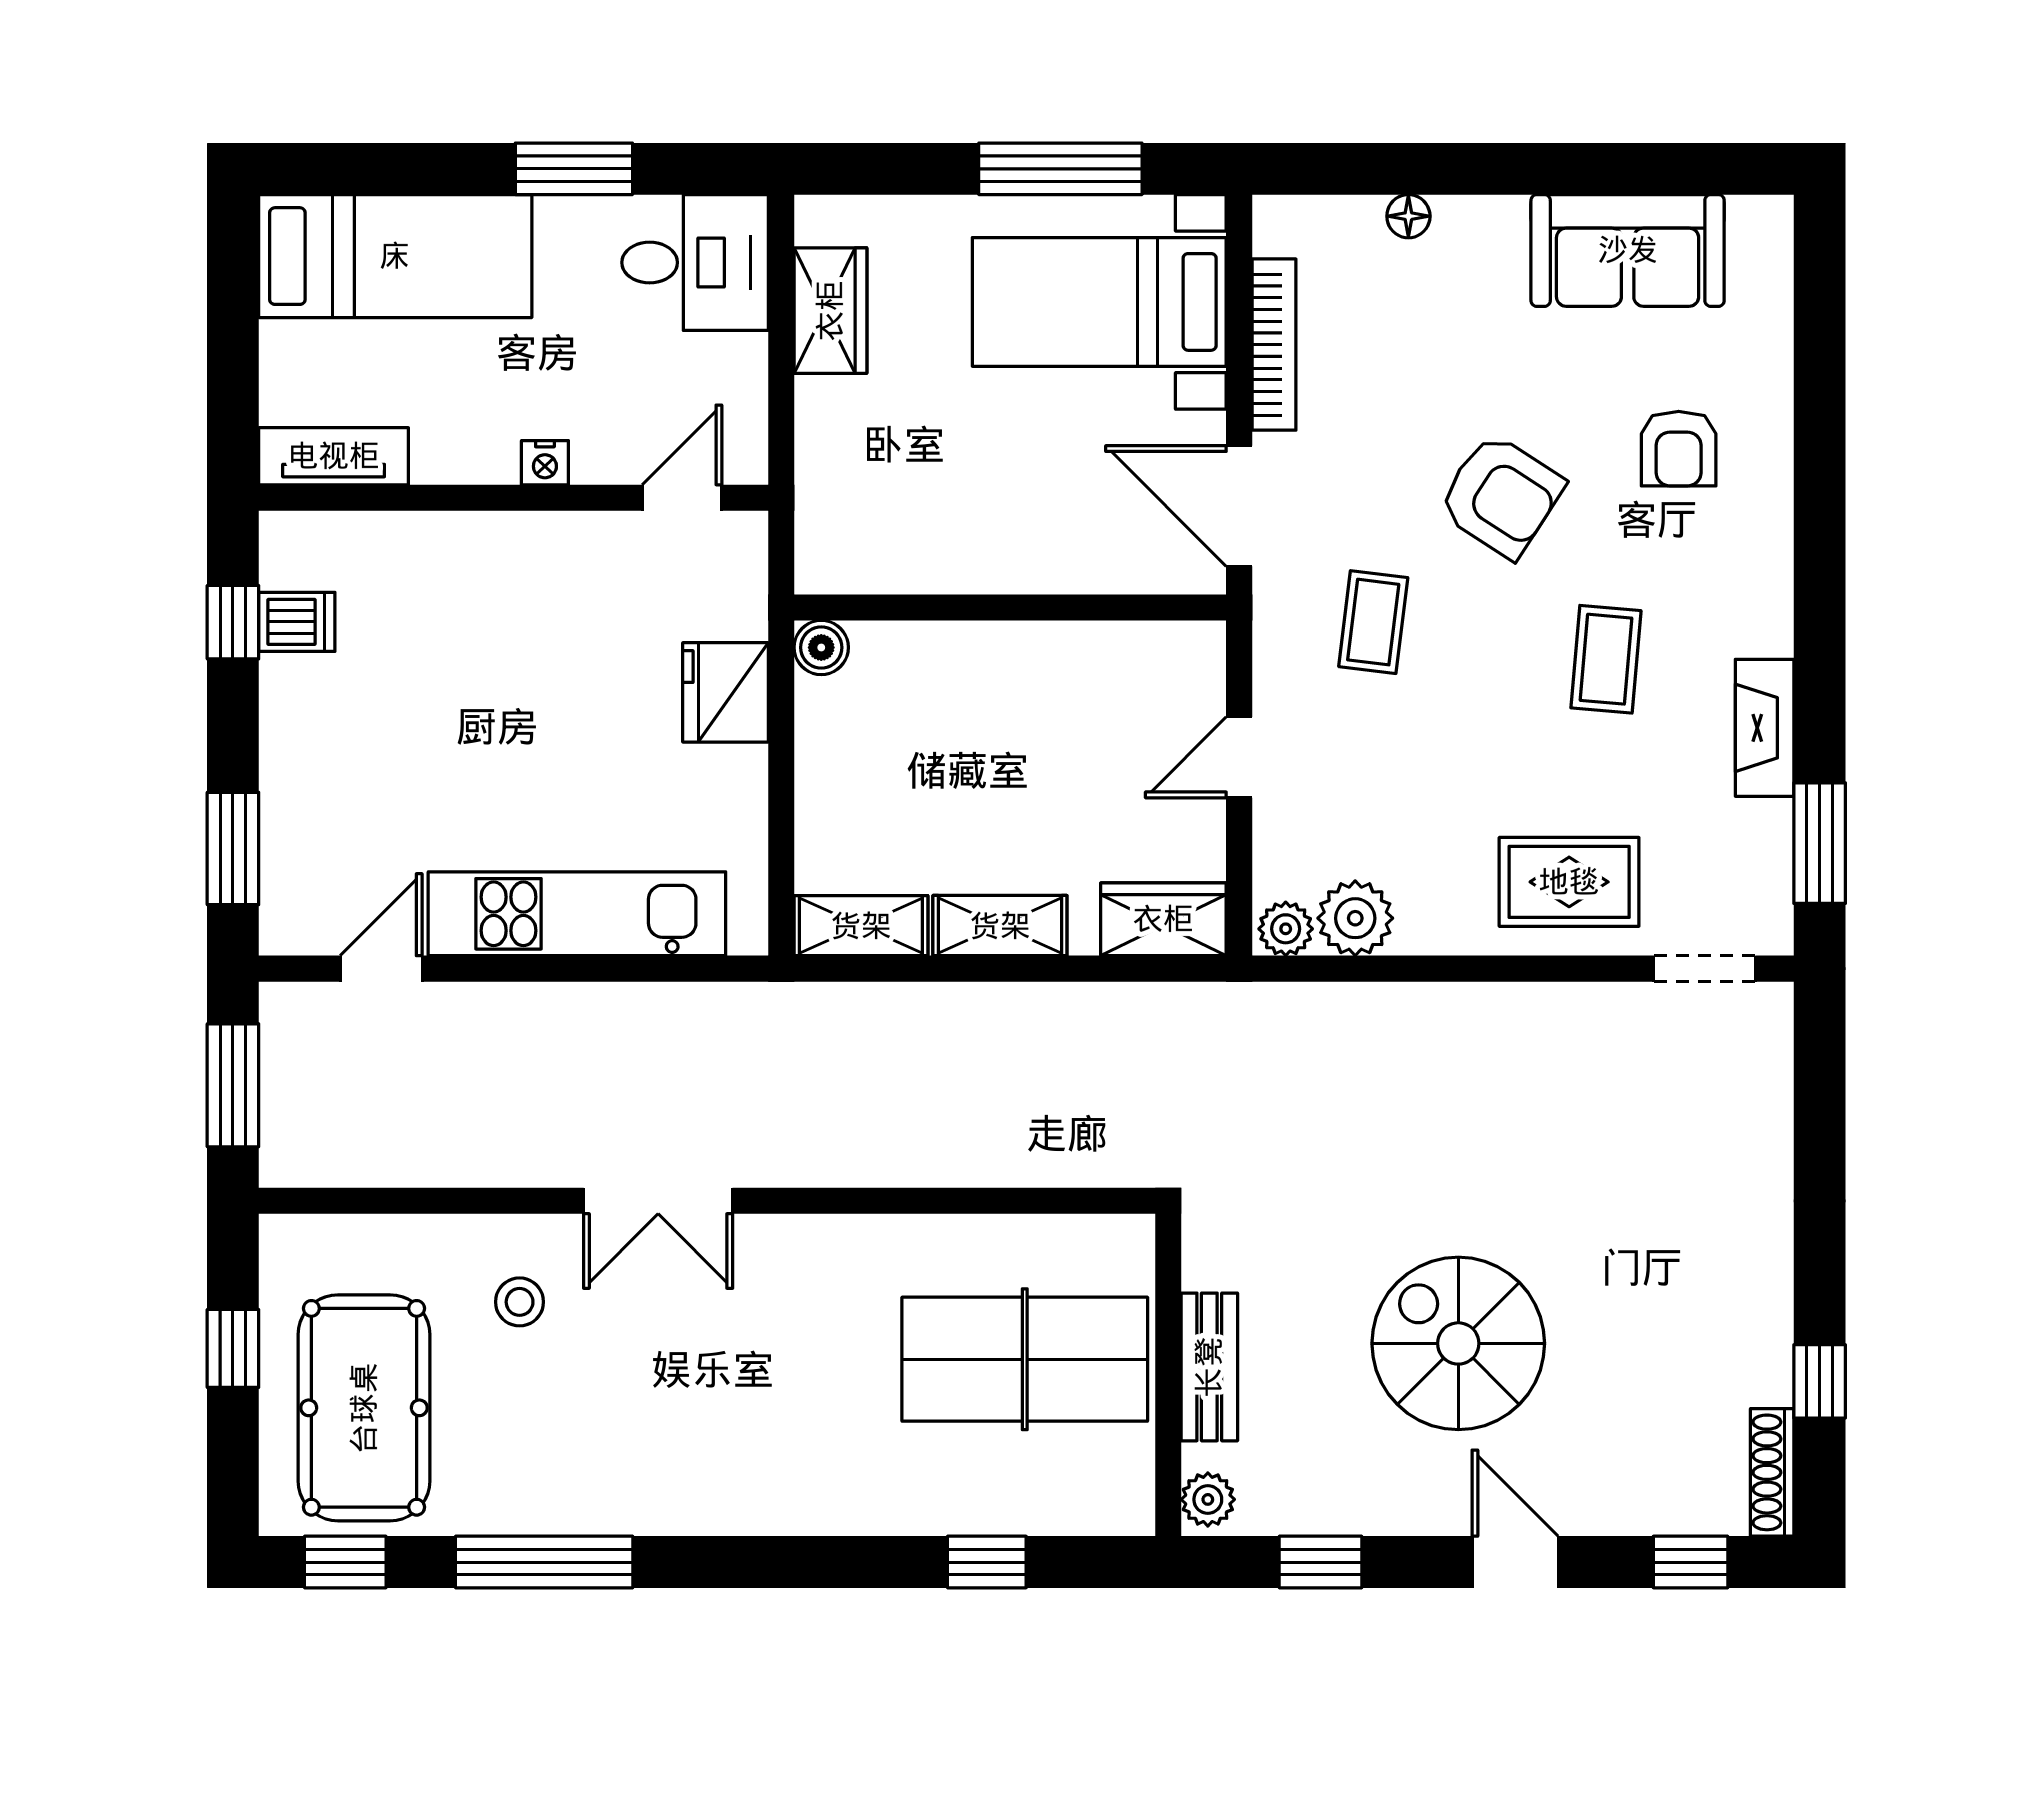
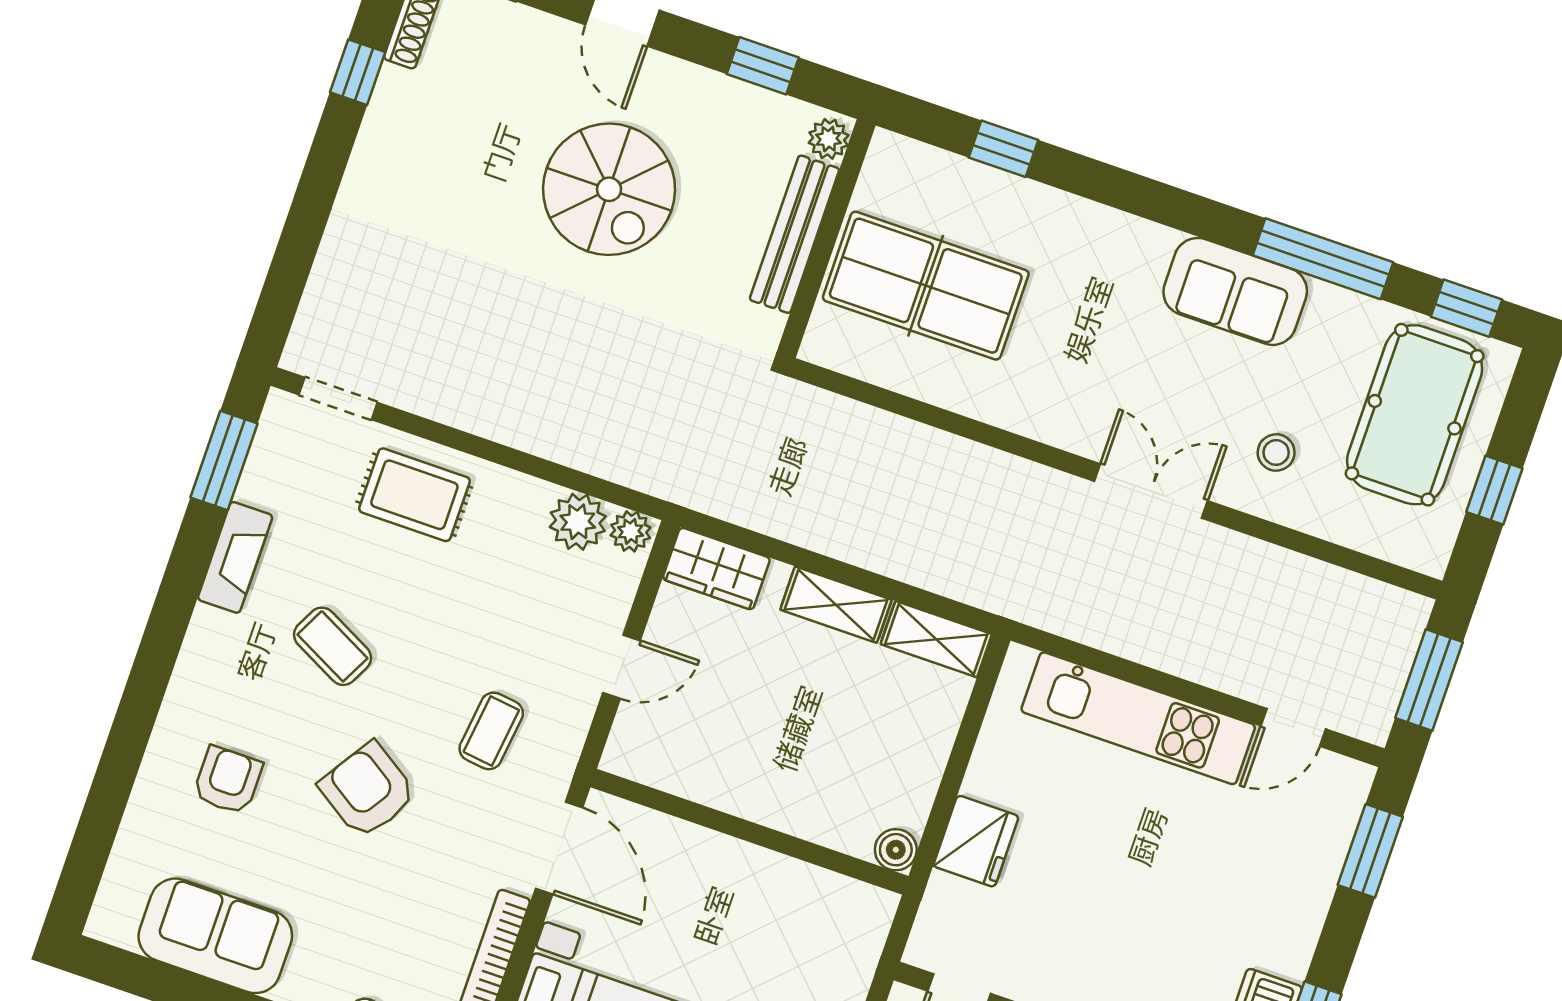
coffee table: (1606, 659) -> (332, 646), turned -68
bench: (1209, 1367) -> (795, 234), width x1.36
sofa: (639, 1484) -> (1235, 291), added

